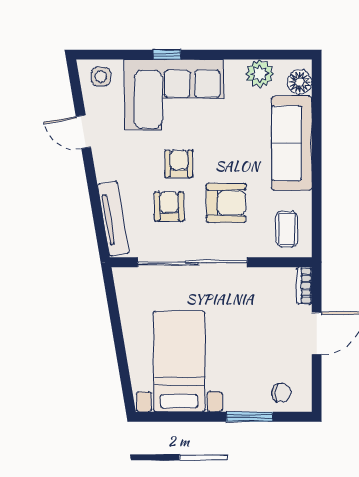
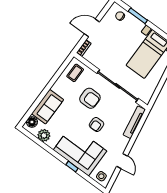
sofa: (292, 143) -> (47, 107), width x0.73
armchair: (226, 203) -> (90, 98), turned 180
armchair: (169, 206) -> (111, 112), removed

